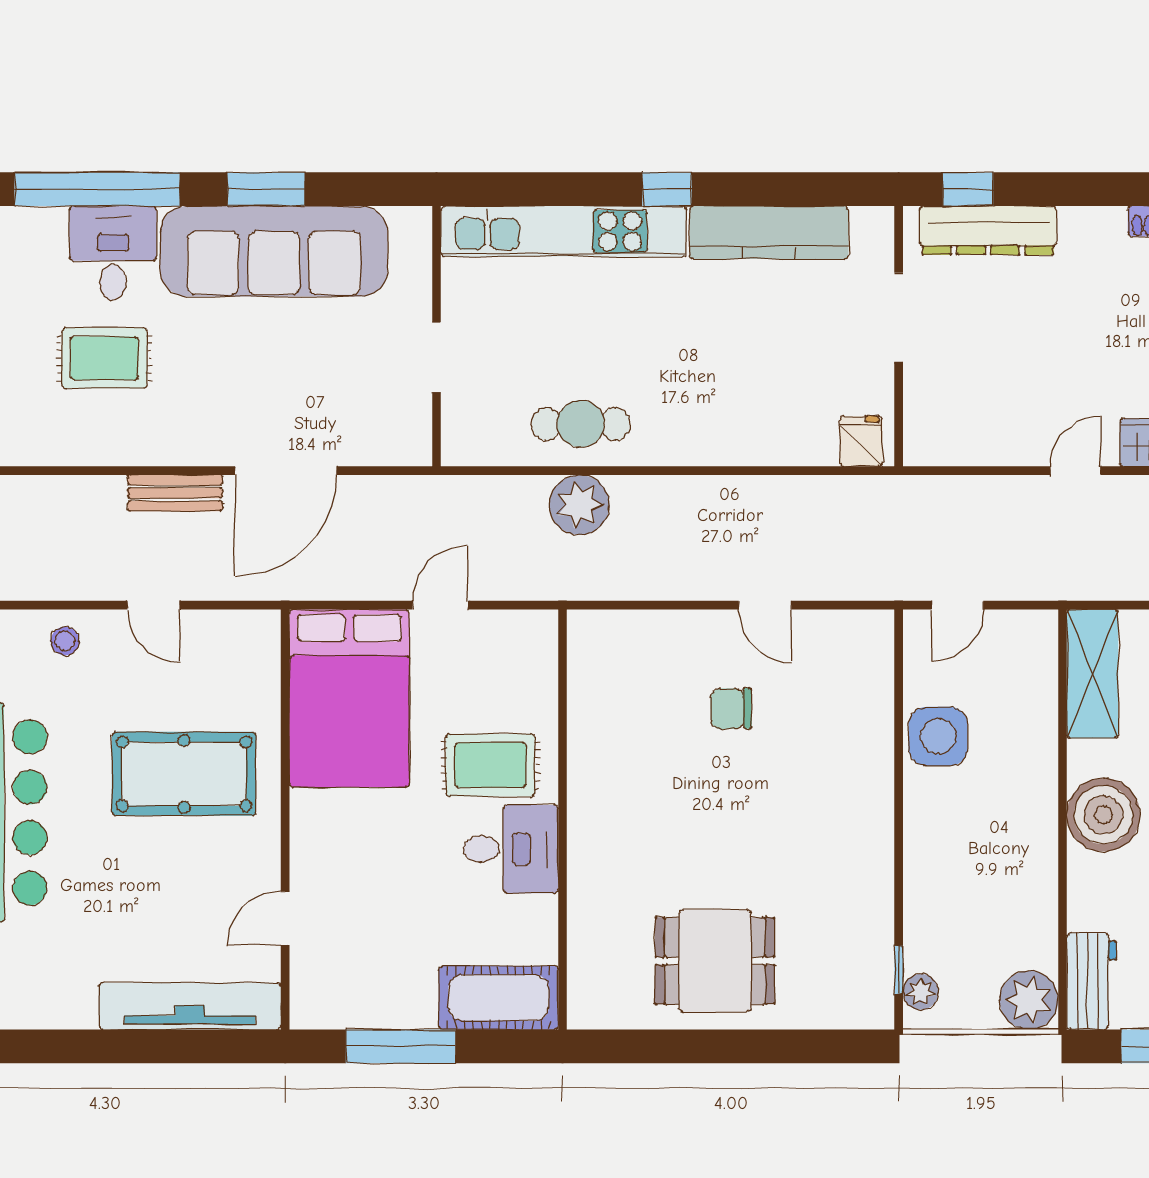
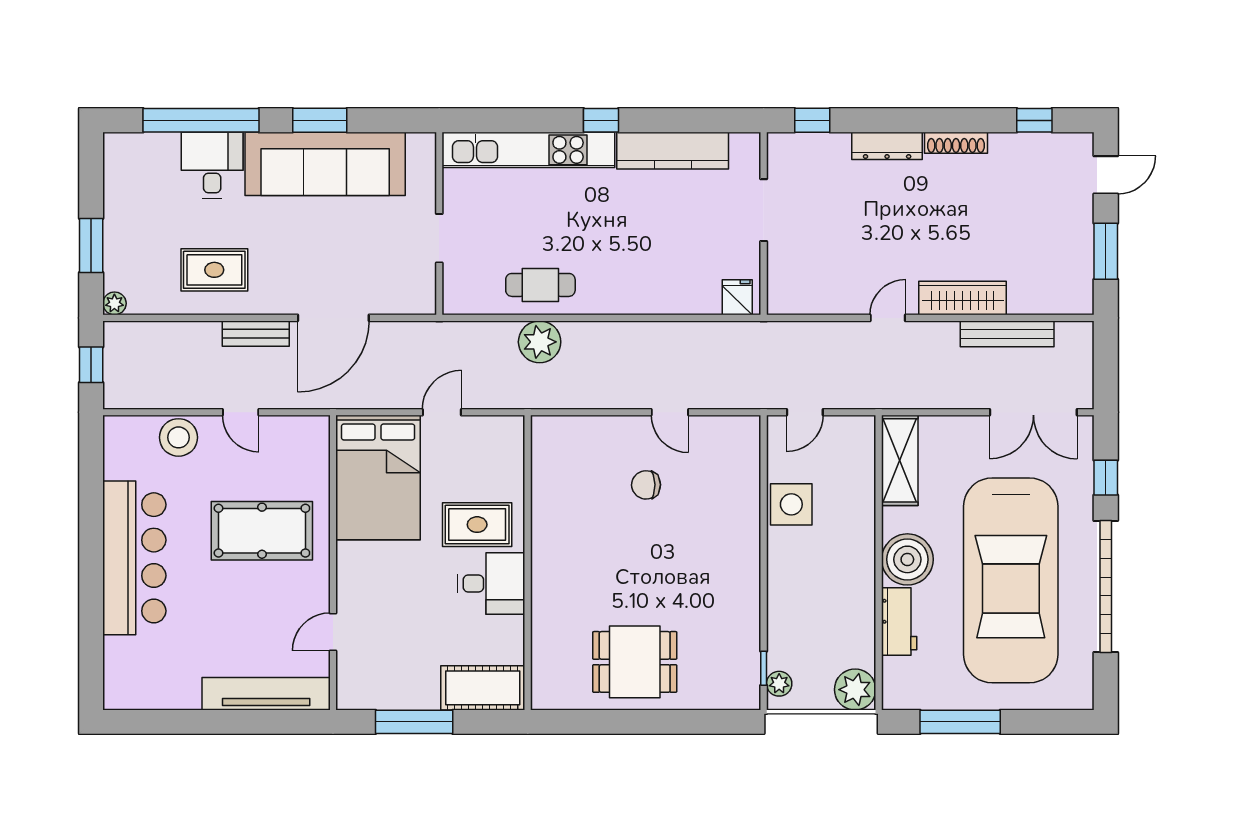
dresser: (988, 230) -> (887, 146), moved, width x0.73, depth x0.80
rug: (104, 358) -> (214, 270), moved
stool: (65, 641) -> (179, 437), width x1.89, depth x1.89
workbench: (1092, 981) -> (899, 621), moved

